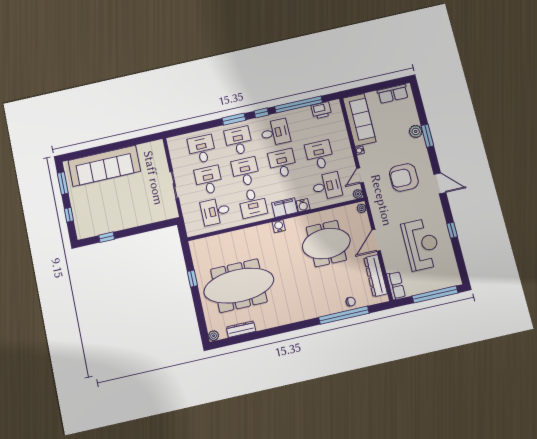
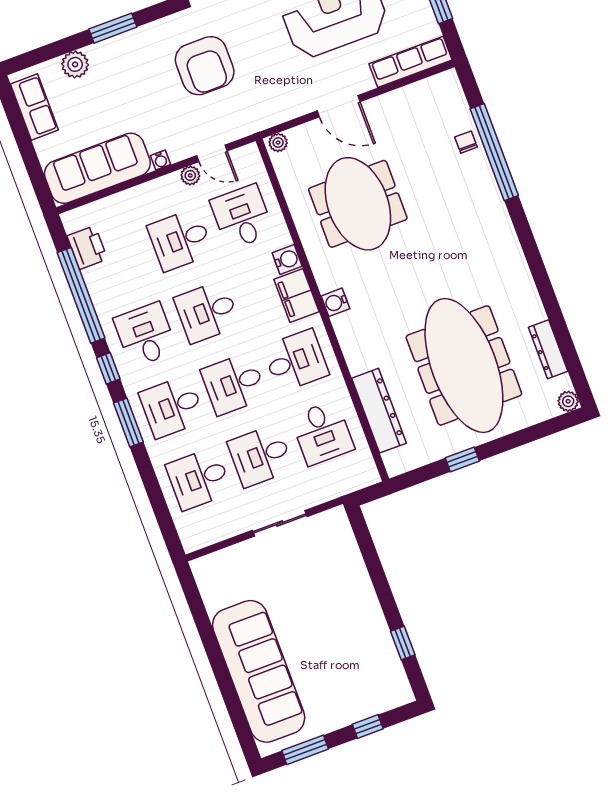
plant: (416, 131) -> (75, 64), moved
plant: (358, 194) -> (190, 175), moved
dresser: (376, 276) -> (379, 411), moved, turned -90
row of seats: (396, 285) -> (410, 62), width x1.48

